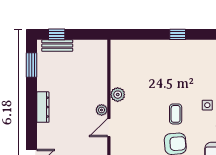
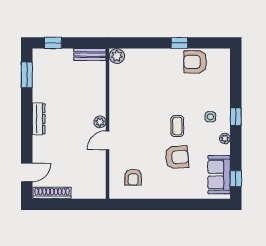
bench: (57, 46) -> (90, 55), moved
armchair: (193, 53) -> (195, 62), added
plant: (118, 95) -> (117, 56), moved

